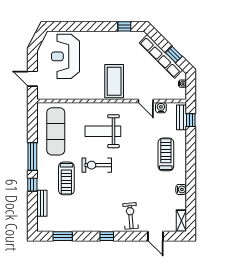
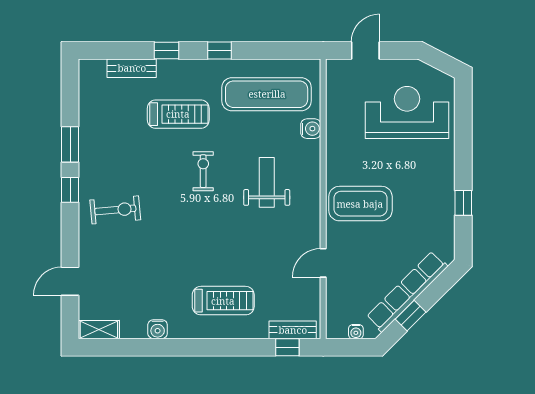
window: (124, 26) -> (463, 203), moved
water cooler: (161, 108) -> (311, 129), moved
weight bench: (103, 131) -> (267, 182), width x0.73, depth x0.75
window: (32, 156) -> (219, 50), width x0.46
exercise bike: (97, 165) -> (203, 171), width x0.73, depth x0.72
treadmill: (66, 178) -> (178, 114), turned 180
exercise bike: (131, 216) -> (115, 210), moved
window: (63, 236) -> (70, 144), moved

